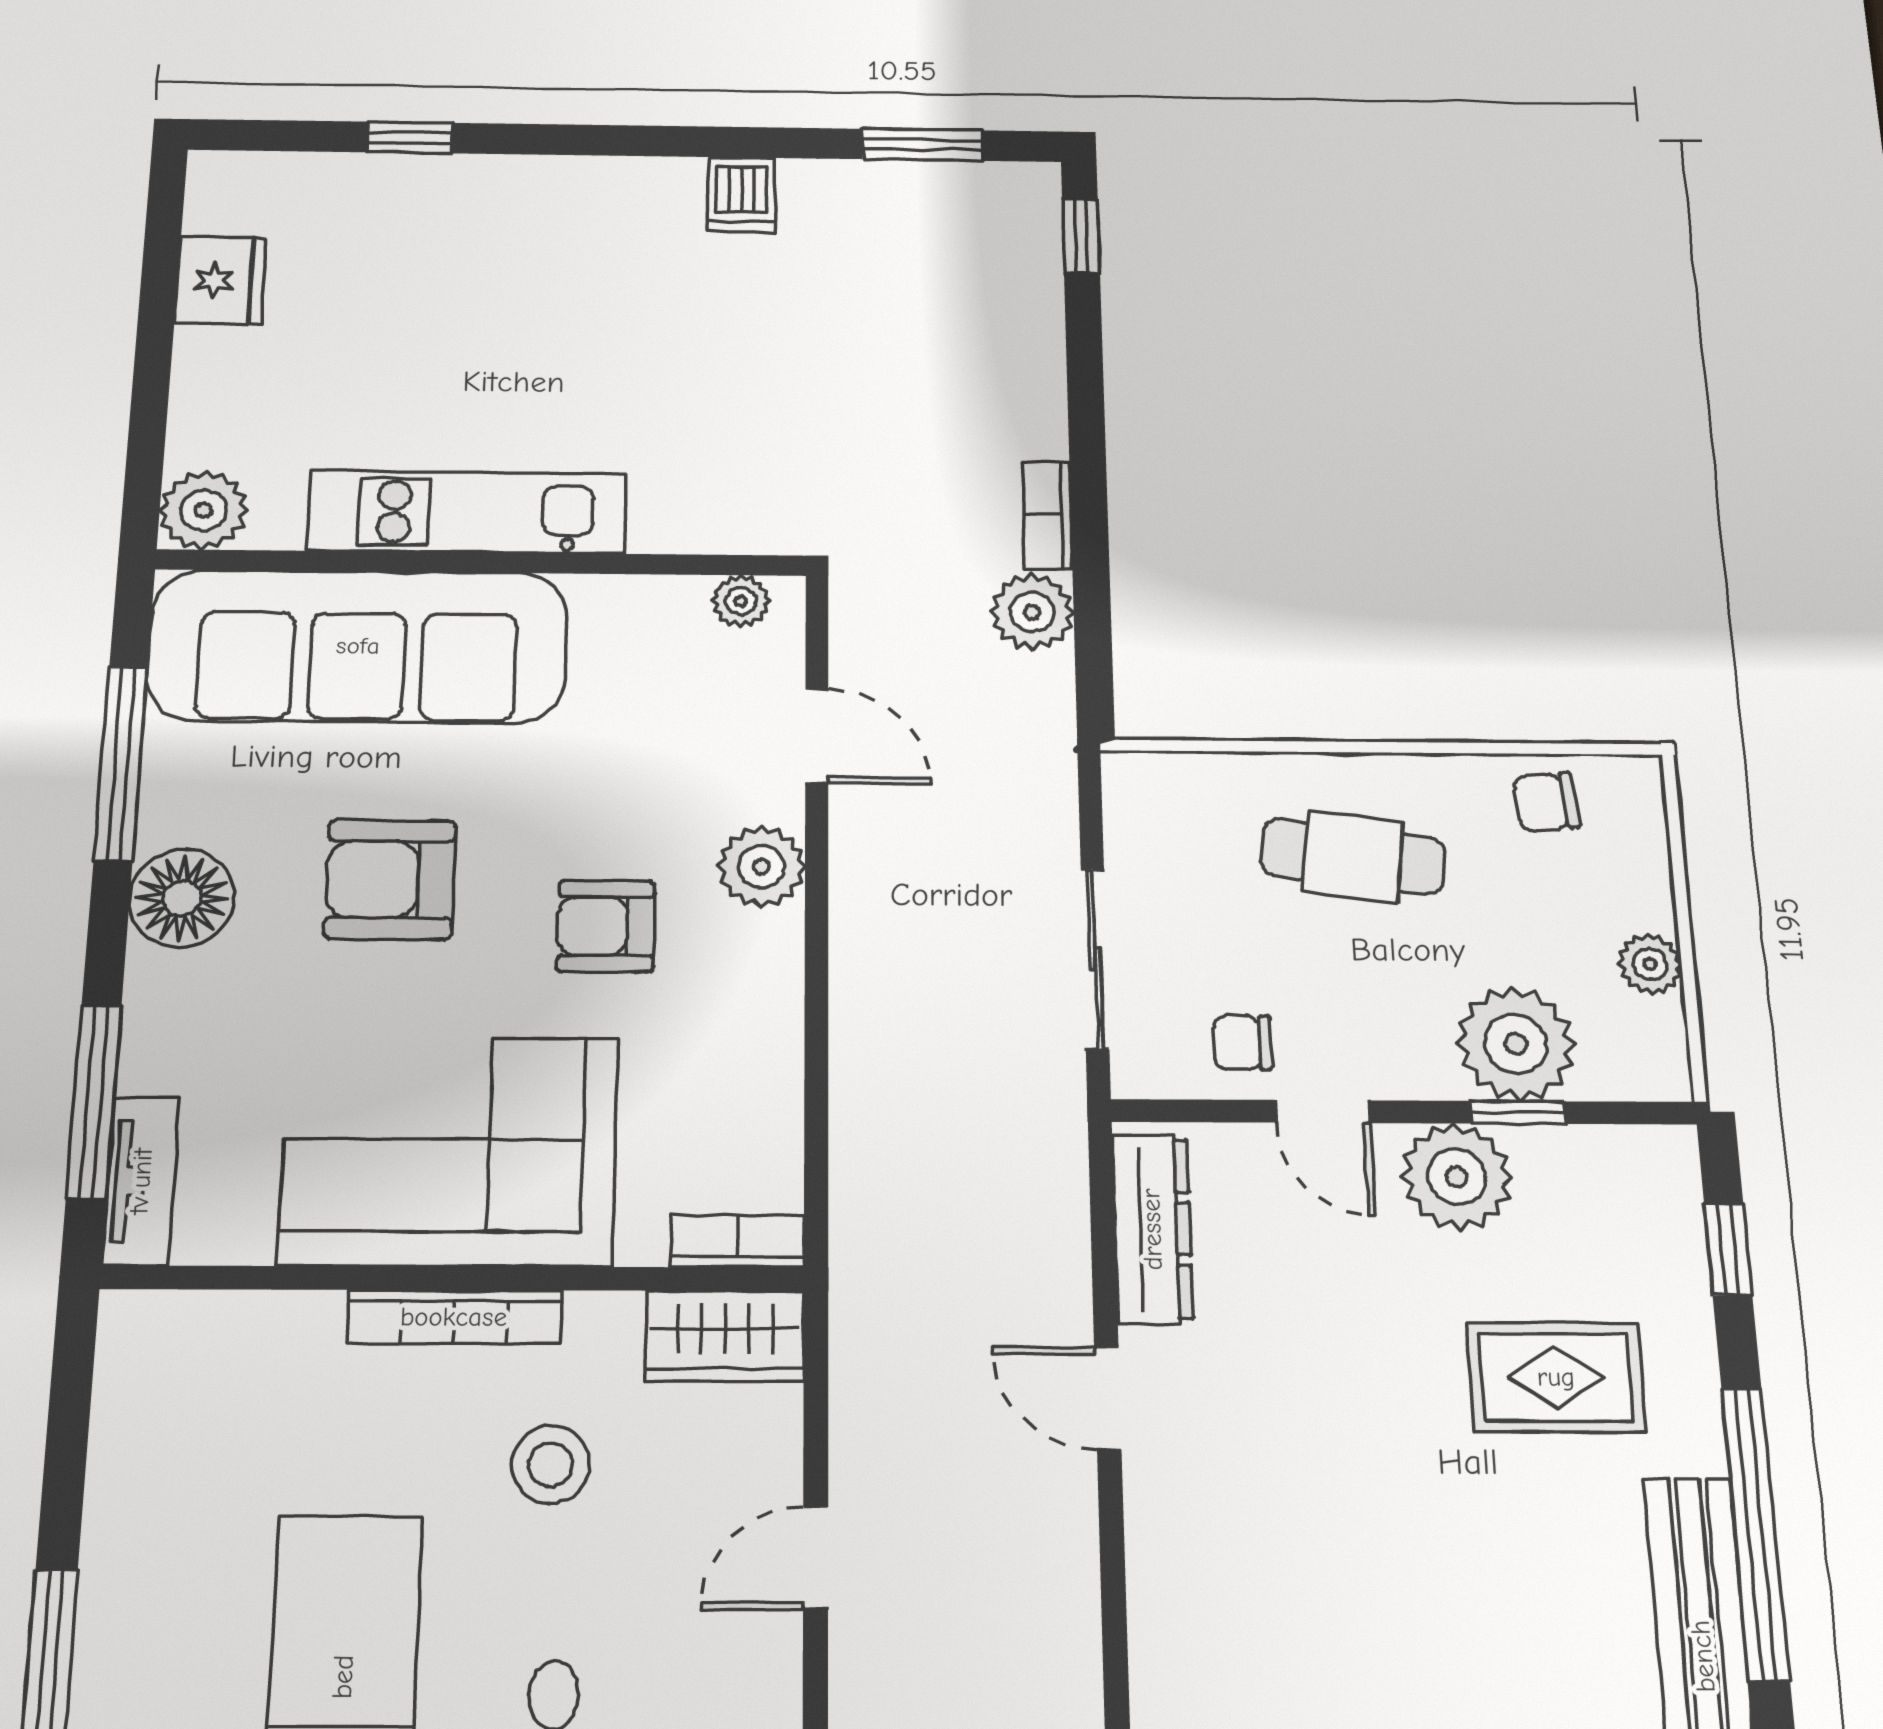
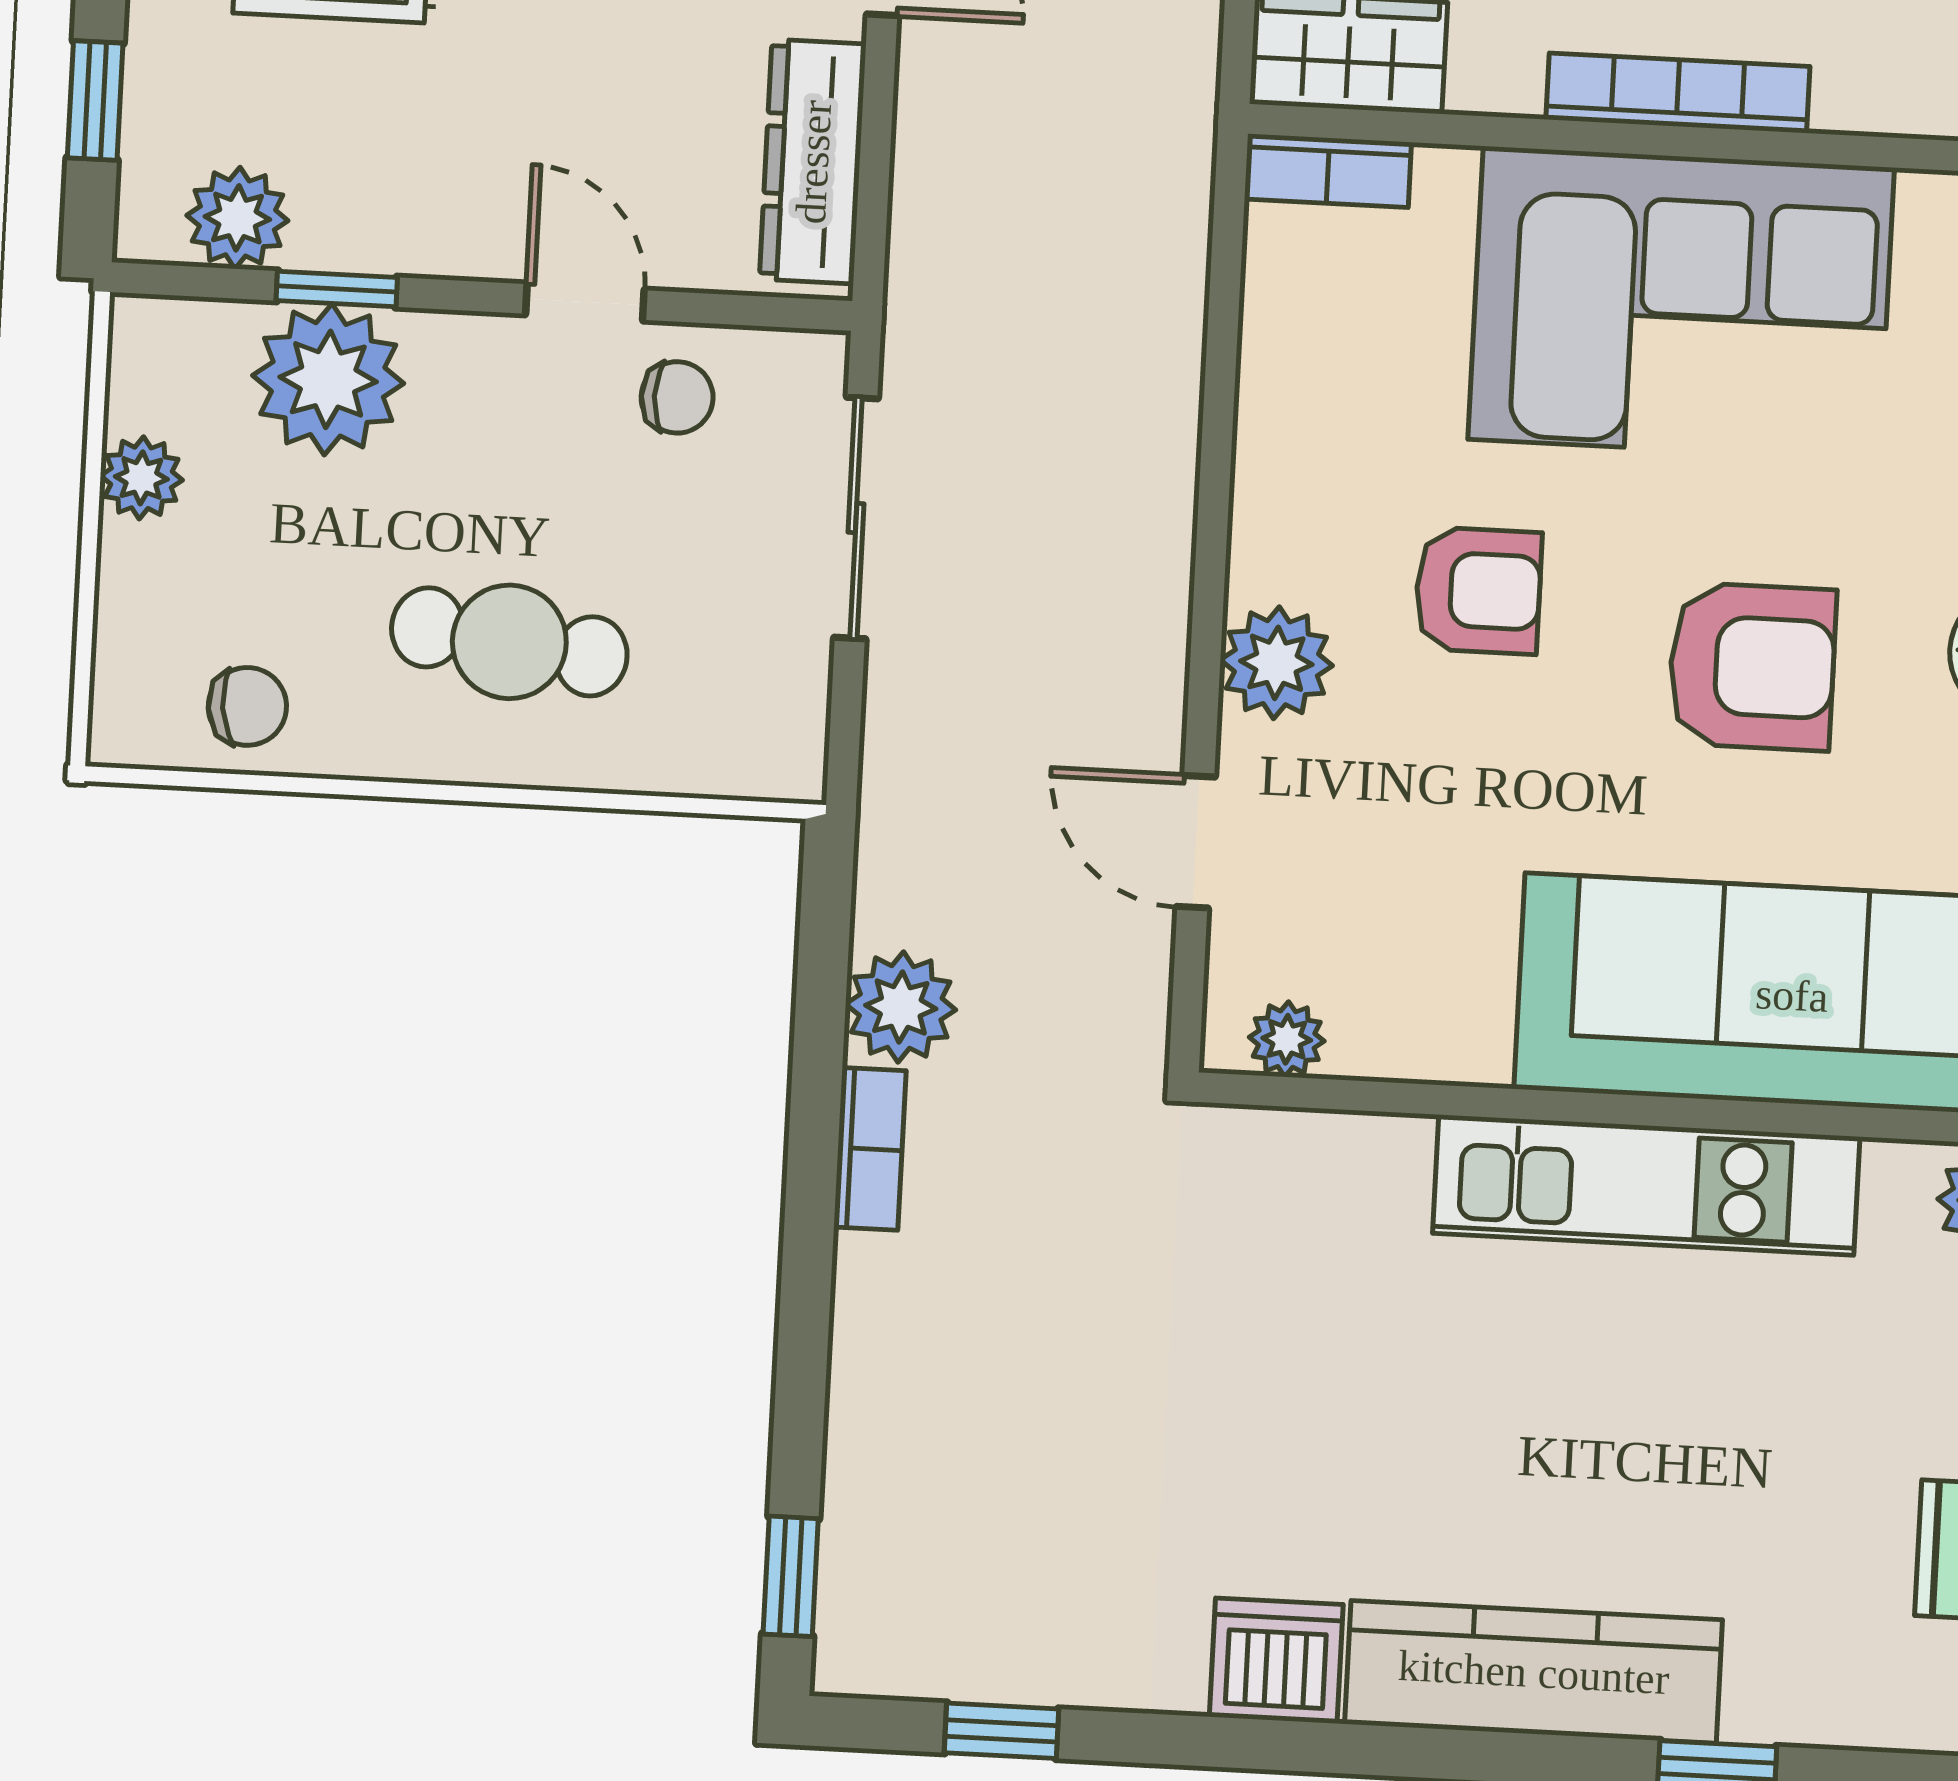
window: (923, 145) -> (1002, 1731), width x0.67
kitchen counter: (543, 193) -> (1534, 1672), added
dishwasher: (742, 195) -> (1276, 1661), width x1.38
plant: (1457, 1177) -> (237, 218), moved, width x0.73, depth x0.73

